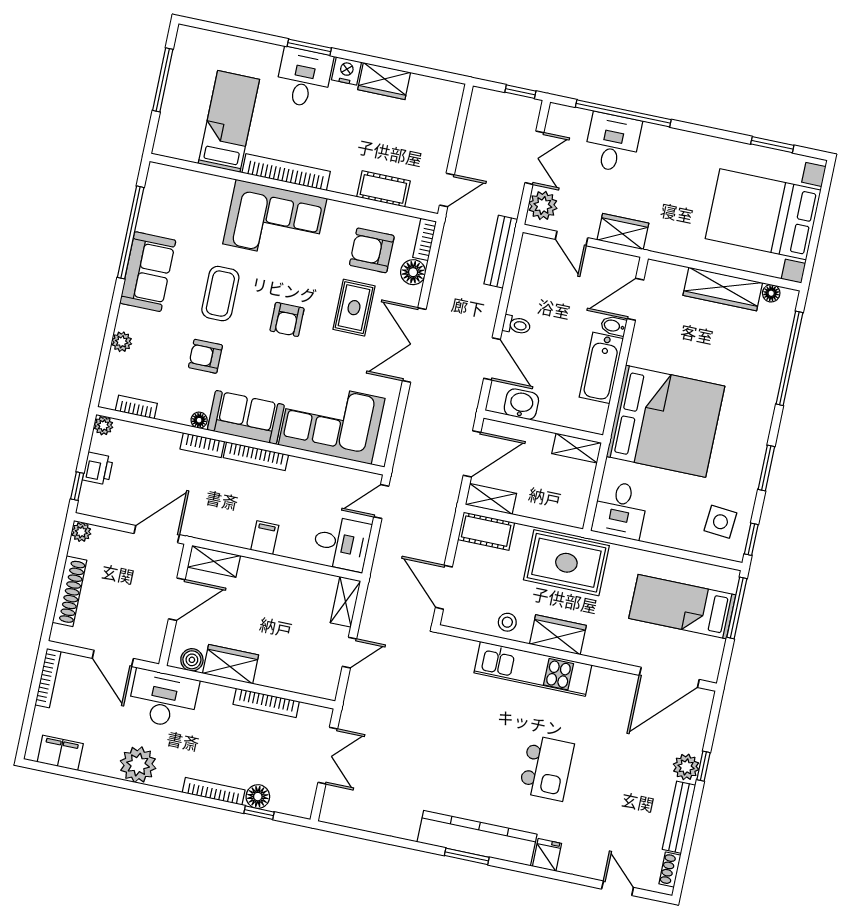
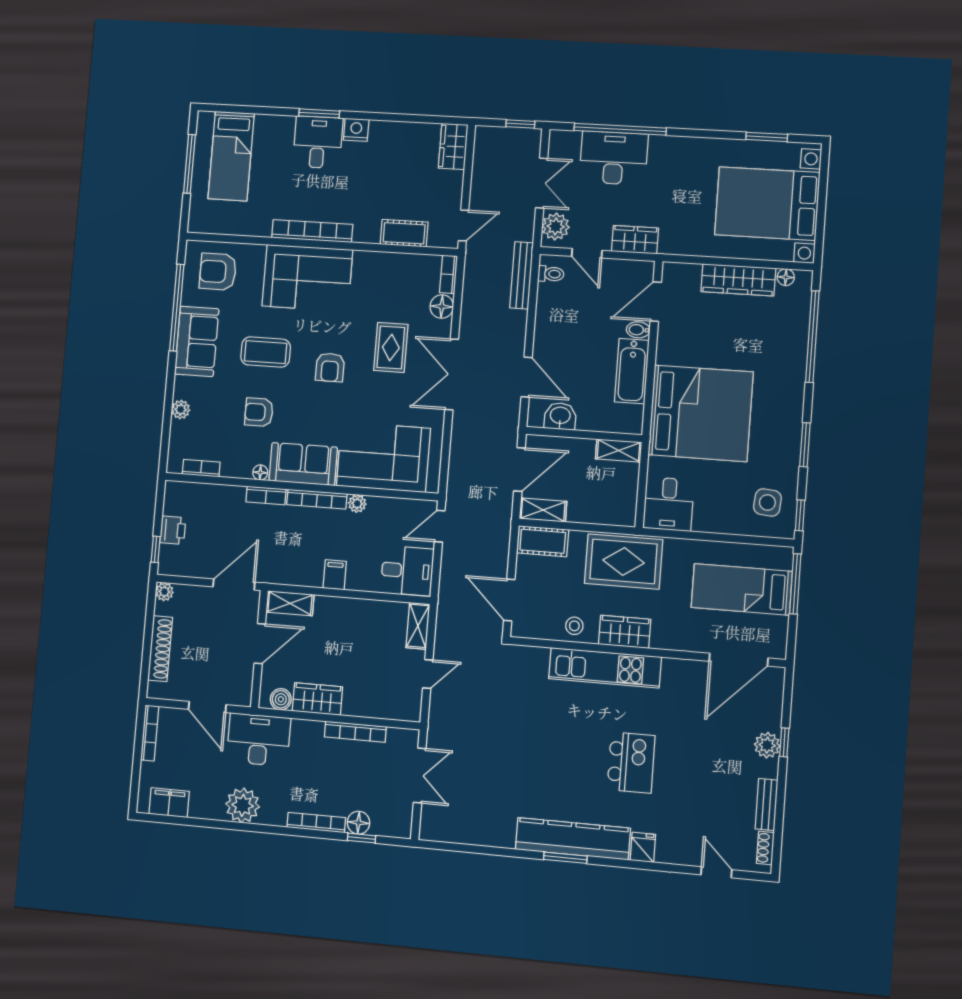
wardrobe: (384, 81) -> (453, 146), moved, turned 90
bed: (229, 121) -> (231, 156), moved, turned 180
desk: (613, 143) -> (614, 158), width x1.37
armchair: (372, 250) -> (218, 272), moved
coffee table: (220, 294) -> (266, 352), turned 90
toilet: (517, 325) -> (551, 274), moved
plant: (103, 426) -> (357, 504), moved
bench: (679, 817) -> (766, 805), width x0.73

